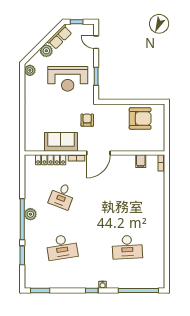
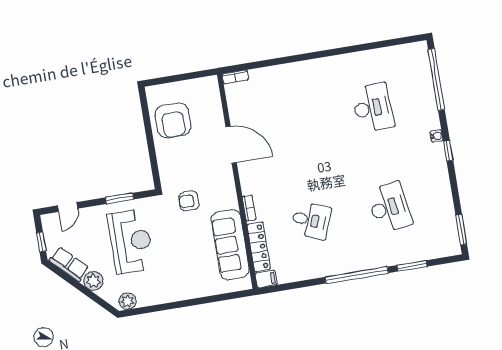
armchair: (140, 118) -> (173, 120), turned 180
sofa: (61, 142) -> (230, 245), width x1.36
door: (98, 153) -> (231, 145), moved
filing cabinet: (141, 161) -> (266, 279), moved
plant: (30, 214) -> (347, 264), removed

